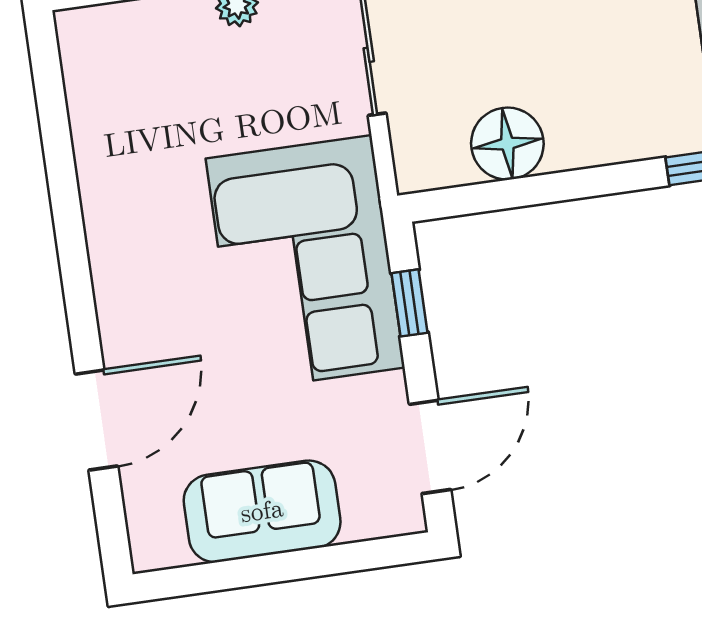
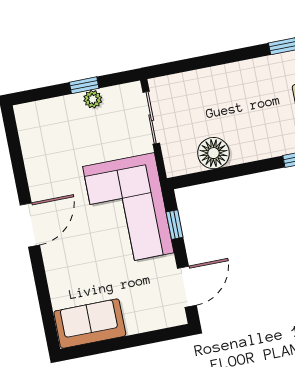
door: (96, 420) -> (30, 225), moved
sofa: (262, 511) -> (90, 324), moved

